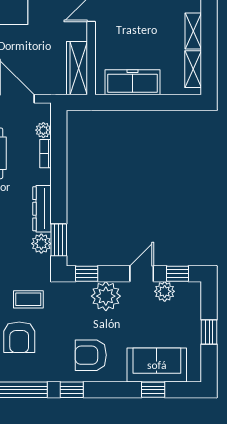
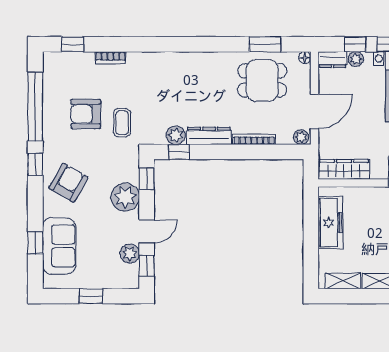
plant: (43, 130) -> (301, 137), moved
bookcase: (45, 154) -> (254, 139), width x1.56
window: (59, 240) -> (179, 152), width x0.67
door: (142, 274) -> (147, 231), hinge flipped
armchair: (91, 355) -> (68, 183), turned 30

